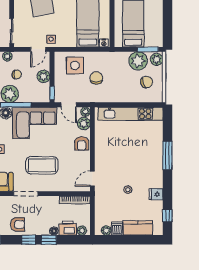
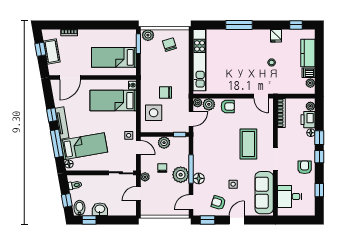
plant: (138, 61) -> (149, 53), removed
corner sofa: (34, 123) -> (208, 151), removed

